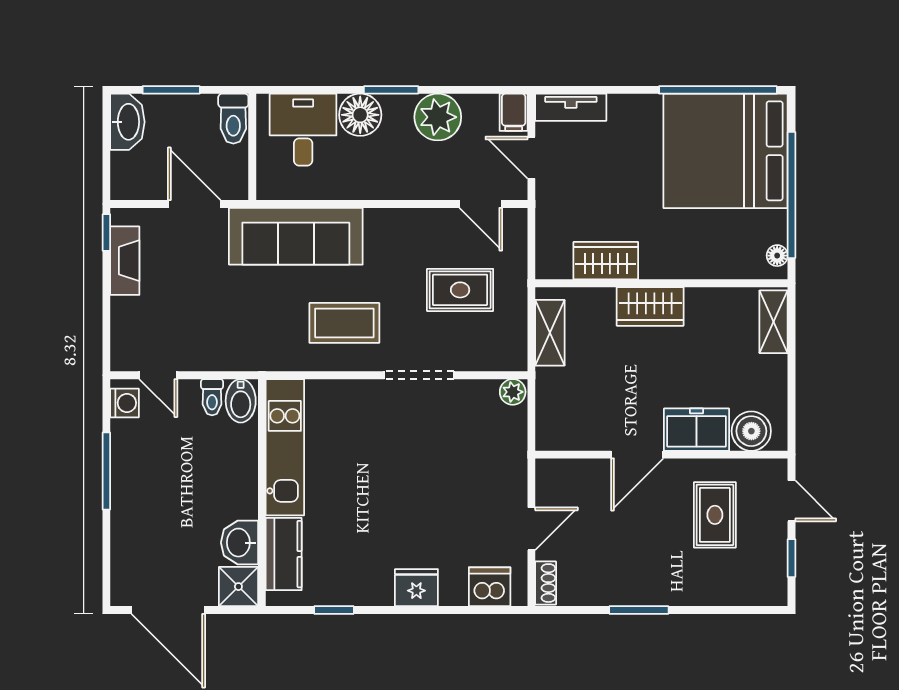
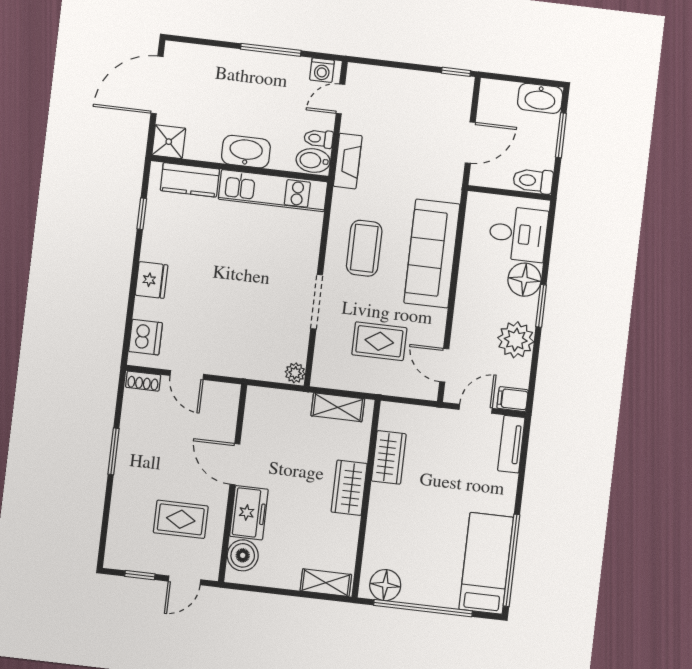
bed: (725, 151) -> (486, 563), width x0.49
door: (481, 204) -> (444, 365), hinge flipped
sofa: (296, 236) -> (432, 253), moved
floor lamp: (777, 256) -> (385, 585), width x1.89, depth x1.89
fireplace: (125, 261) -> (348, 161), moved, turned -90
rug: (460, 290) -> (379, 341), turned 90
washbasin: (239, 543) -> (246, 152), moved, width x1.38

